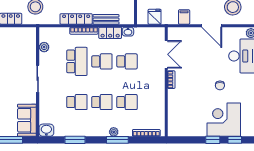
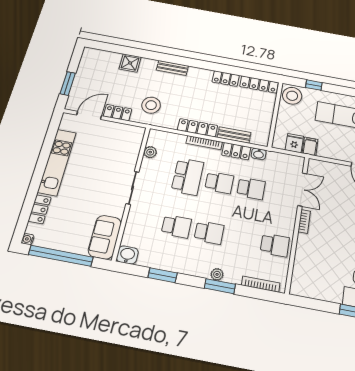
filing cabinet: (184, 17) -> (310, 146), moved
school desk: (127, 102) -> (275, 245), moved

